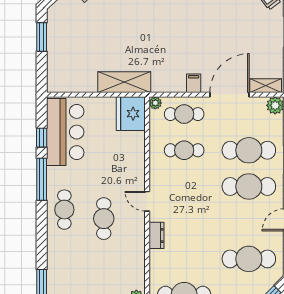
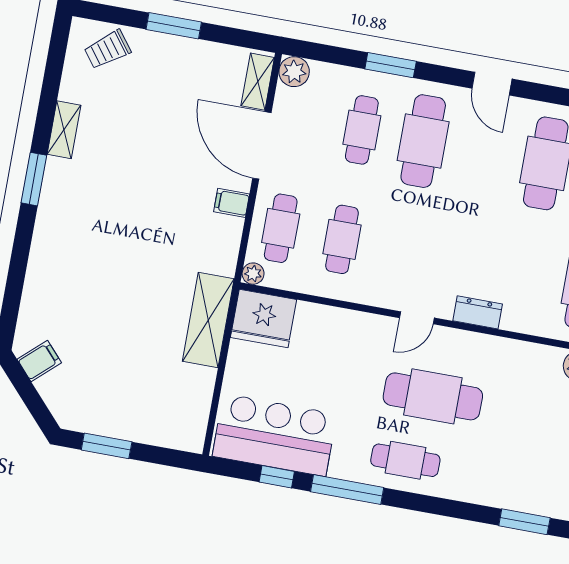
cafe table: (249, 150) -> (362, 130), width x0.73, depth x0.74
cafe table: (104, 219) -> (433, 396), width x1.37, depth x1.35

